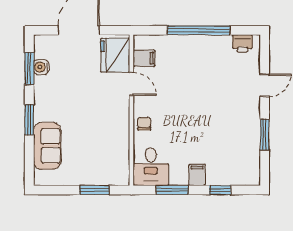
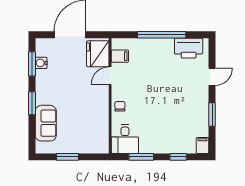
printer: (242, 43) -> (189, 48), width x1.87, depth x1.48
door: (131, 84) -> (110, 76), swing flipped
filing cabinet: (197, 175) -> (203, 145), moved
window: (95, 190) -> (67, 157), moved

